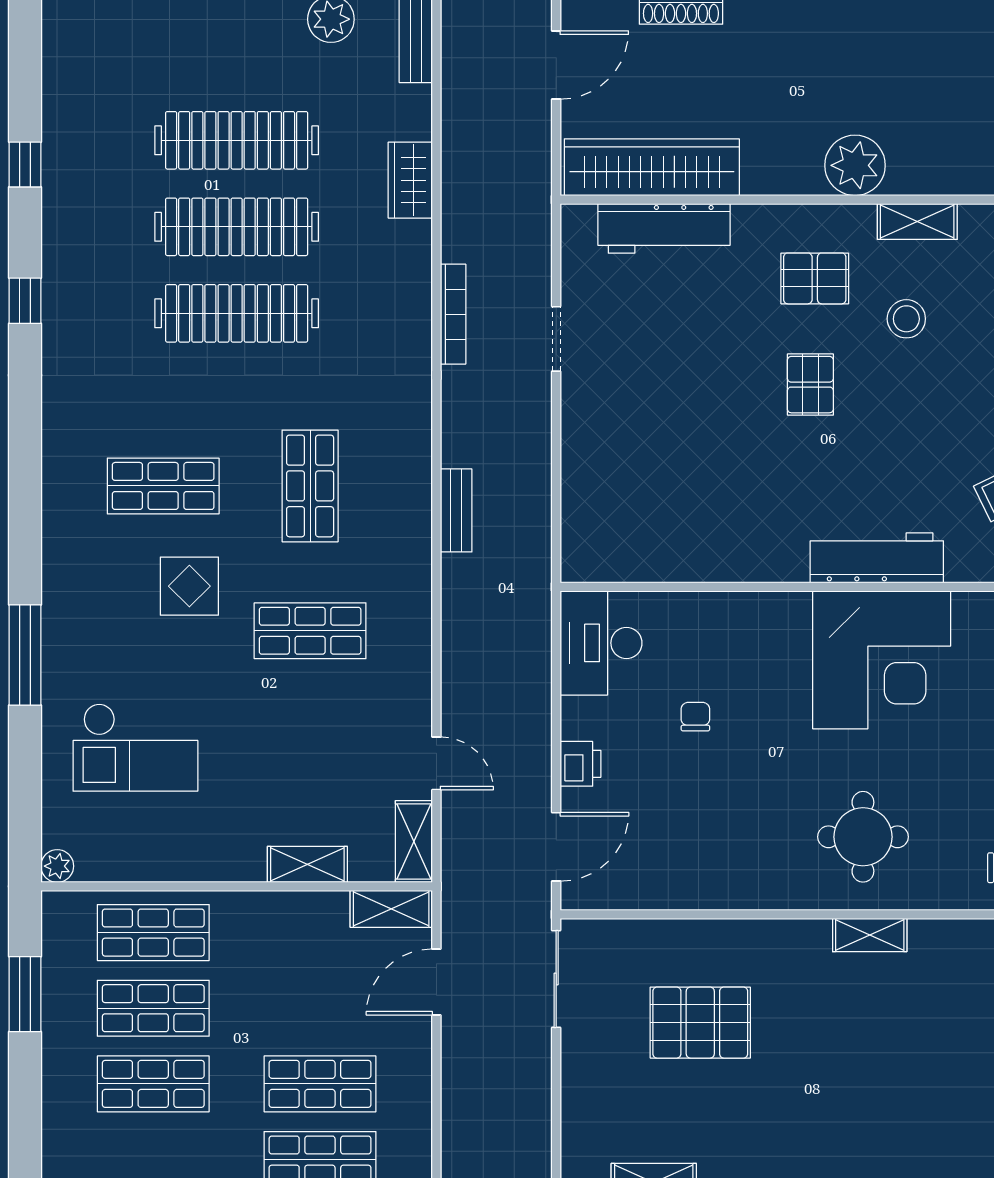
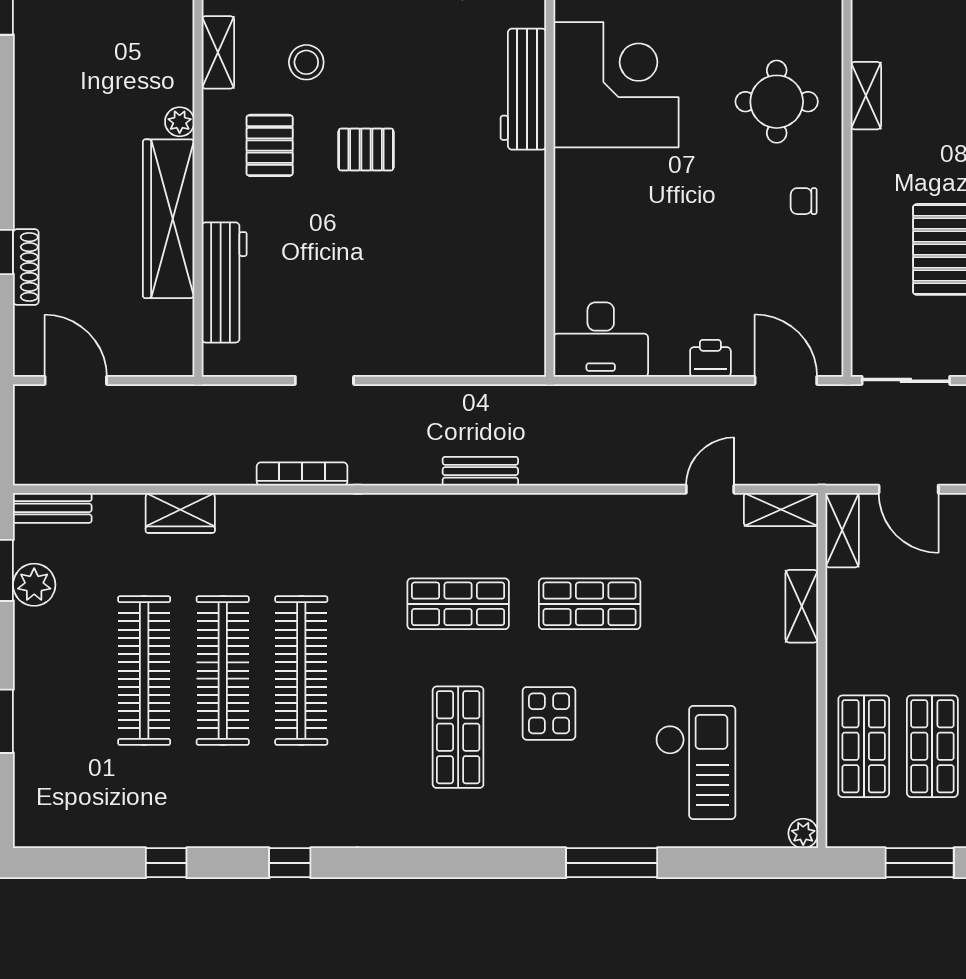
plant: (855, 165) -> (180, 122), width x0.53, depth x0.53
wardrobe: (652, 167) -> (169, 219), moved
shop shelf: (310, 631) -> (590, 604), turned 90
chair: (695, 717) -> (804, 201), moved

